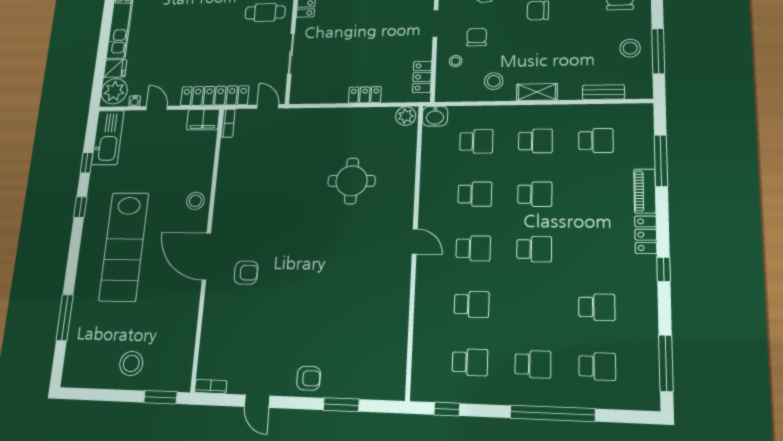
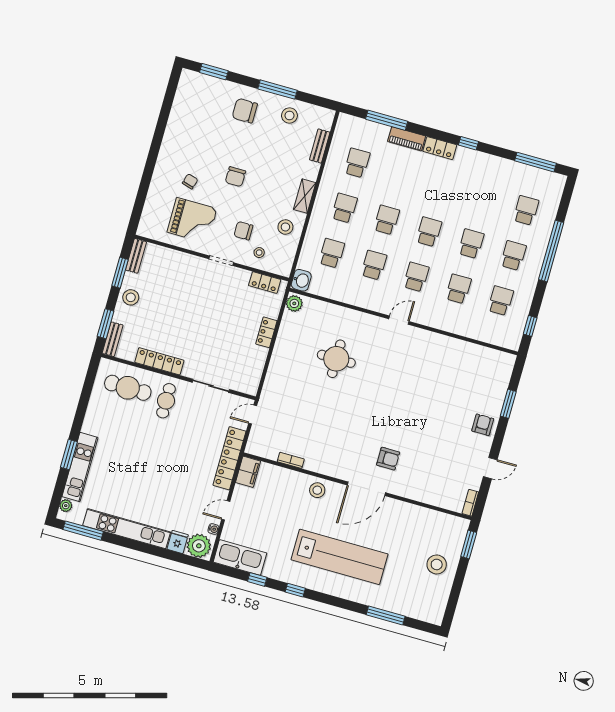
window: (658, 51) -> (278, 90), moved
bookcase: (228, 123) -> (291, 460), moved
armchair: (246, 273) -> (388, 459), turned 90
school desk: (597, 307) -> (471, 244), moved

